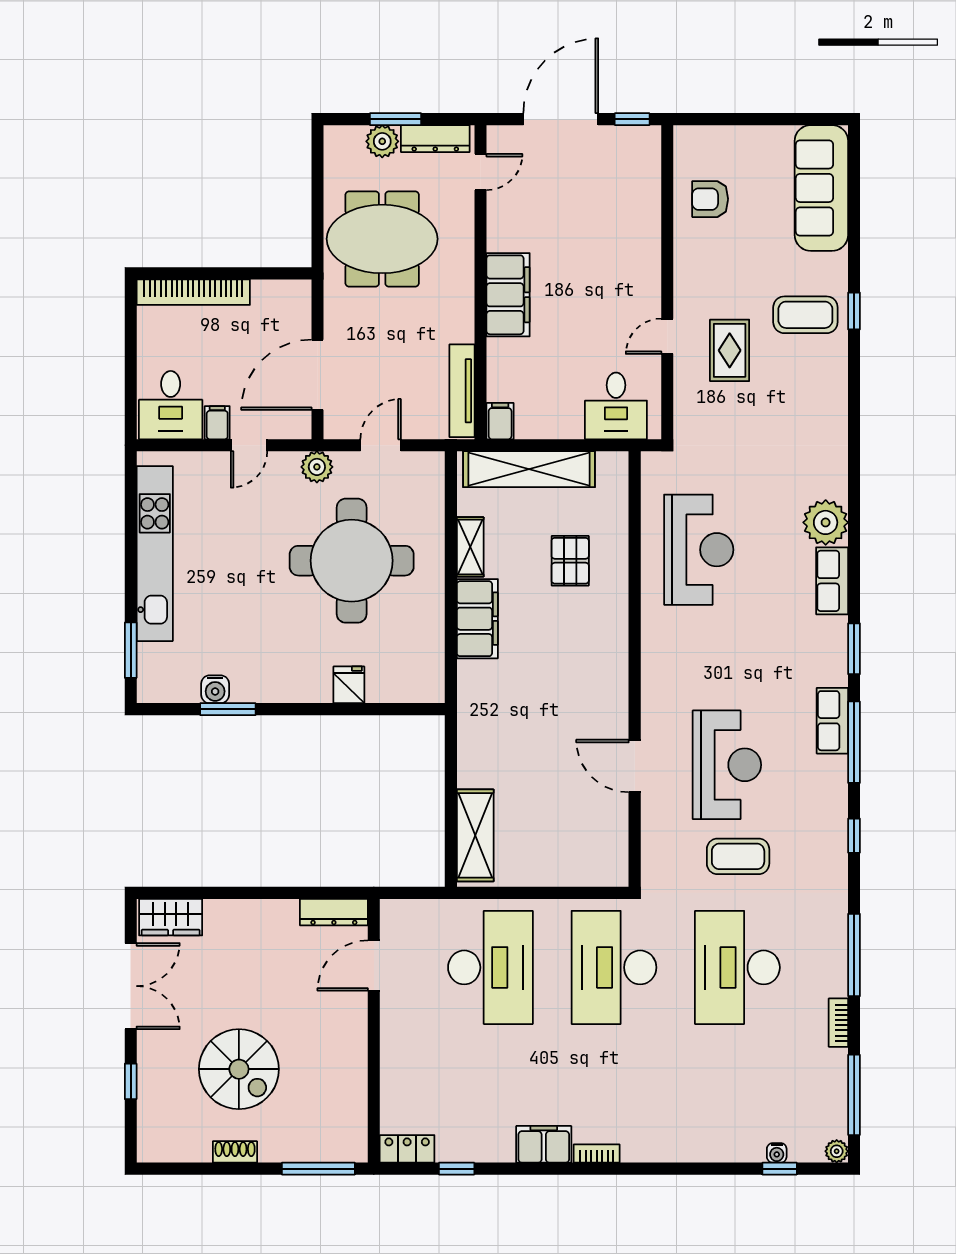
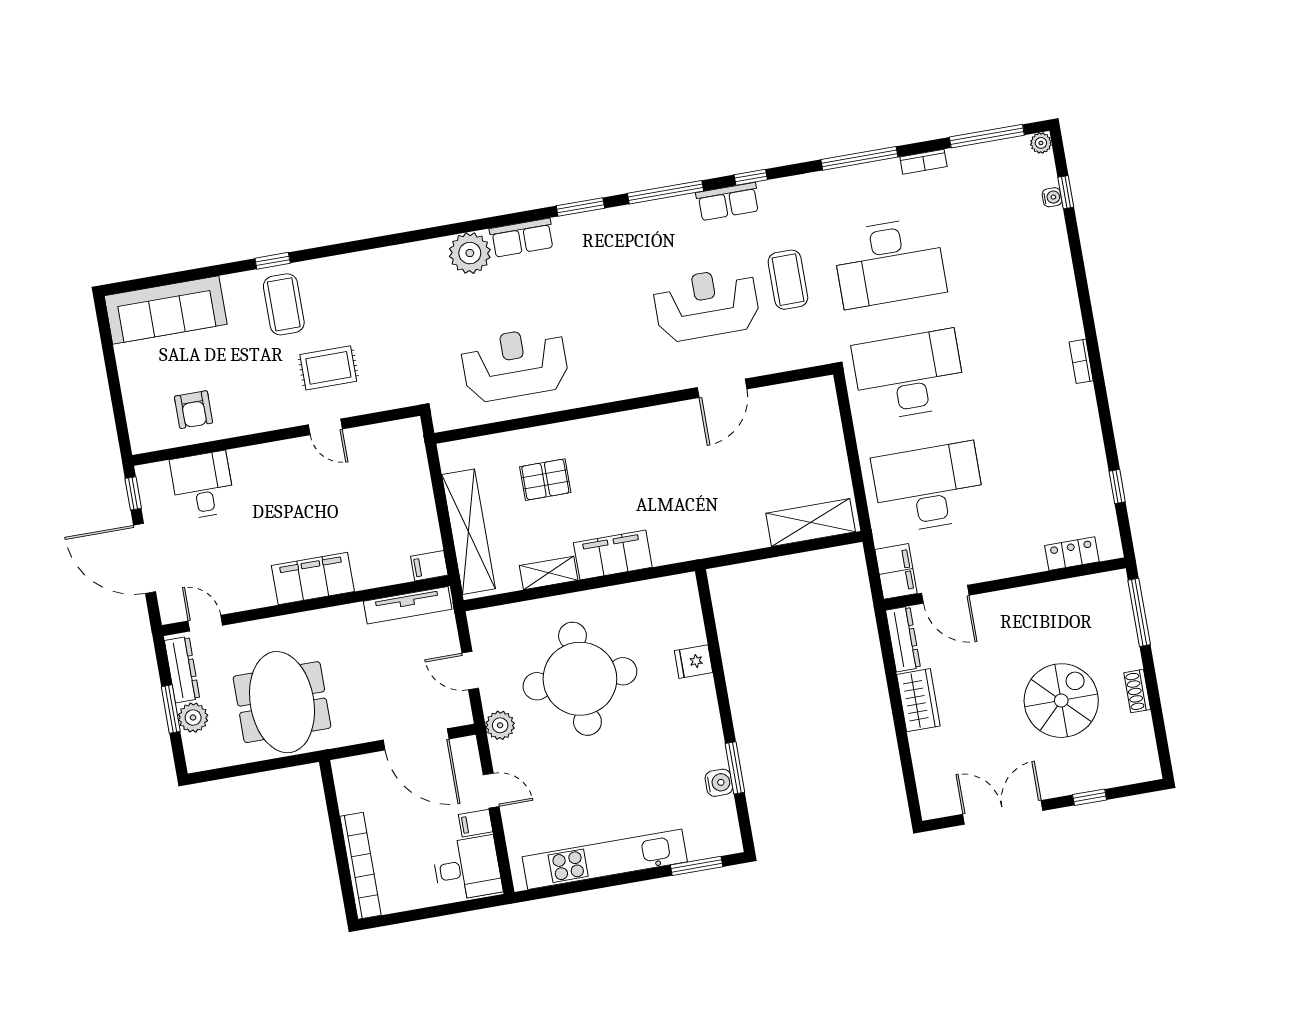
desk: (616, 406) -> (203, 485), moved, turned -90
row of seats: (832, 721) -> (728, 202), moved
wardrobe: (171, 917) -> (918, 700), moved
desk: (614, 967) -> (909, 375), turned 180
filing cabinet: (544, 1144) -> (896, 571), moved, turned 180
locker: (407, 1149) -> (1072, 554), moved, turned 90

